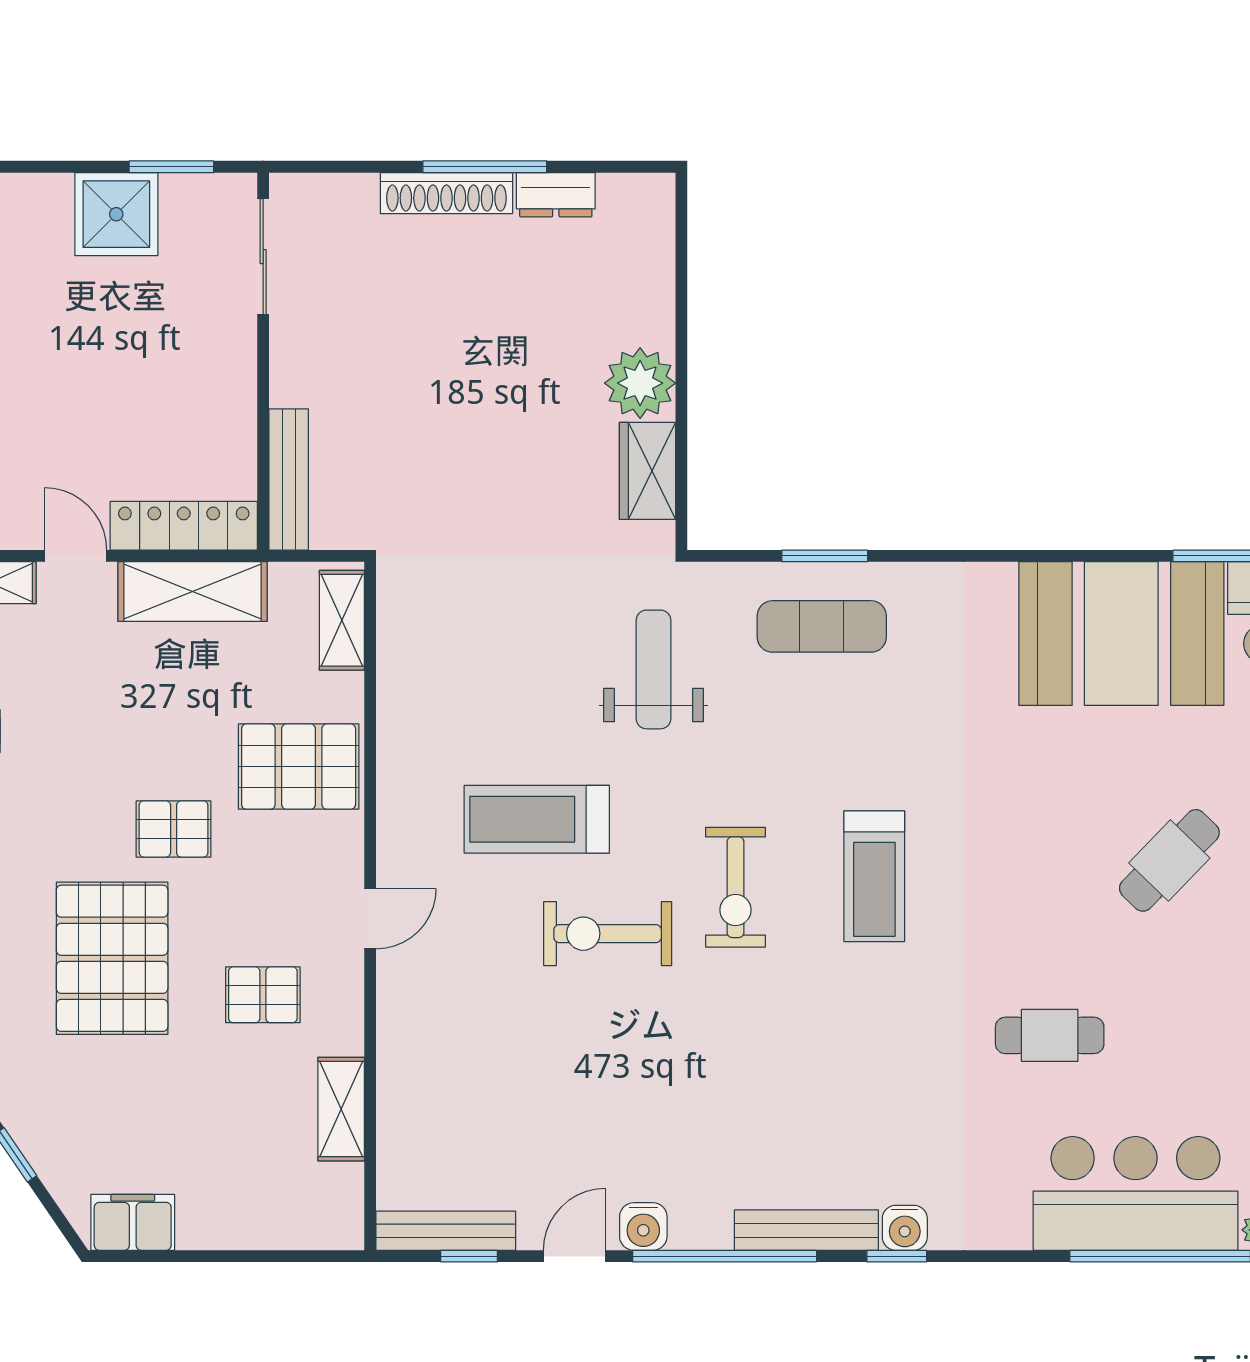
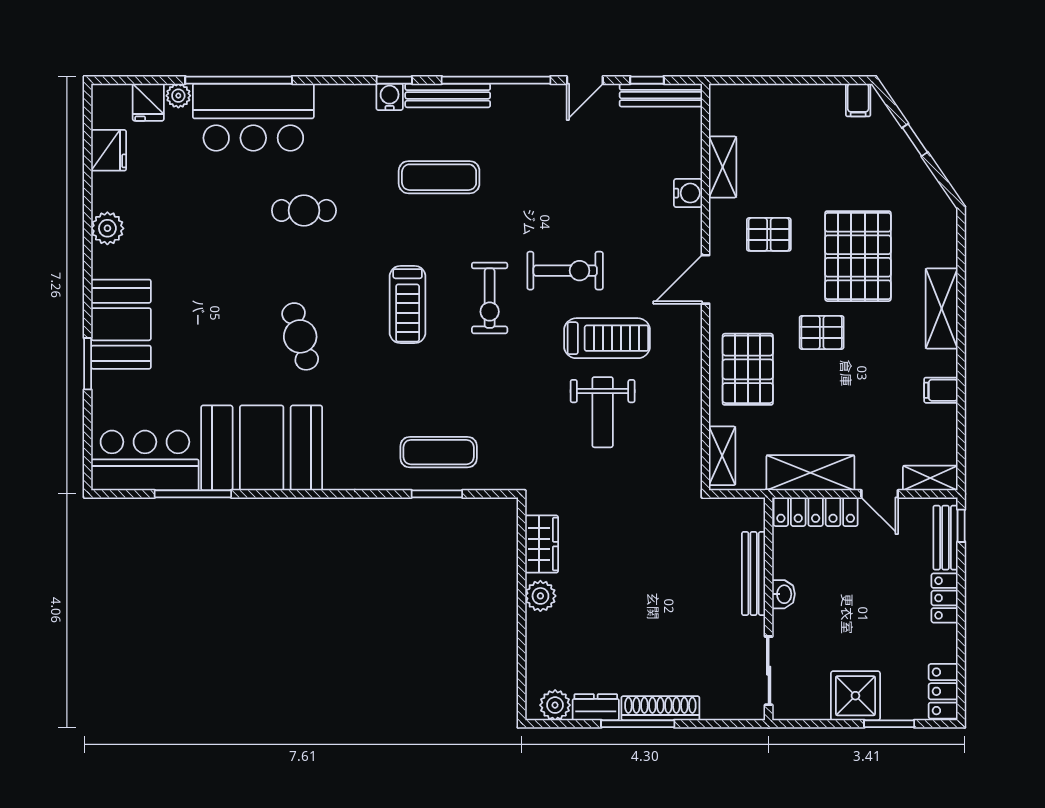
window: (171, 167) -> (889, 724), moved
plant: (625, 198) -> (555, 705), added
plant: (640, 383) -> (540, 596), width x0.73, depth x0.73
washbasin: (238, 386) -> (784, 594), added
bench: (289, 480) -> (754, 573), moved
weight bench: (653, 669) -> (603, 412), moved
pallet: (299, 767) -> (748, 369), turned 90
cafe table: (1169, 860) -> (300, 336), moved, turned -60
treadmill: (874, 876) -> (408, 305), turned 180
exercise bike: (735, 887) -> (490, 298), turned 180
door: (370, 919) -> (705, 279), width x1.37
exercise mat: (821, 1092) -> (439, 177), added
filing cabinet: (133, 1222) -> (858, 100), width x0.50
water cooler: (643, 1227) -> (688, 193), moved, turned 90

